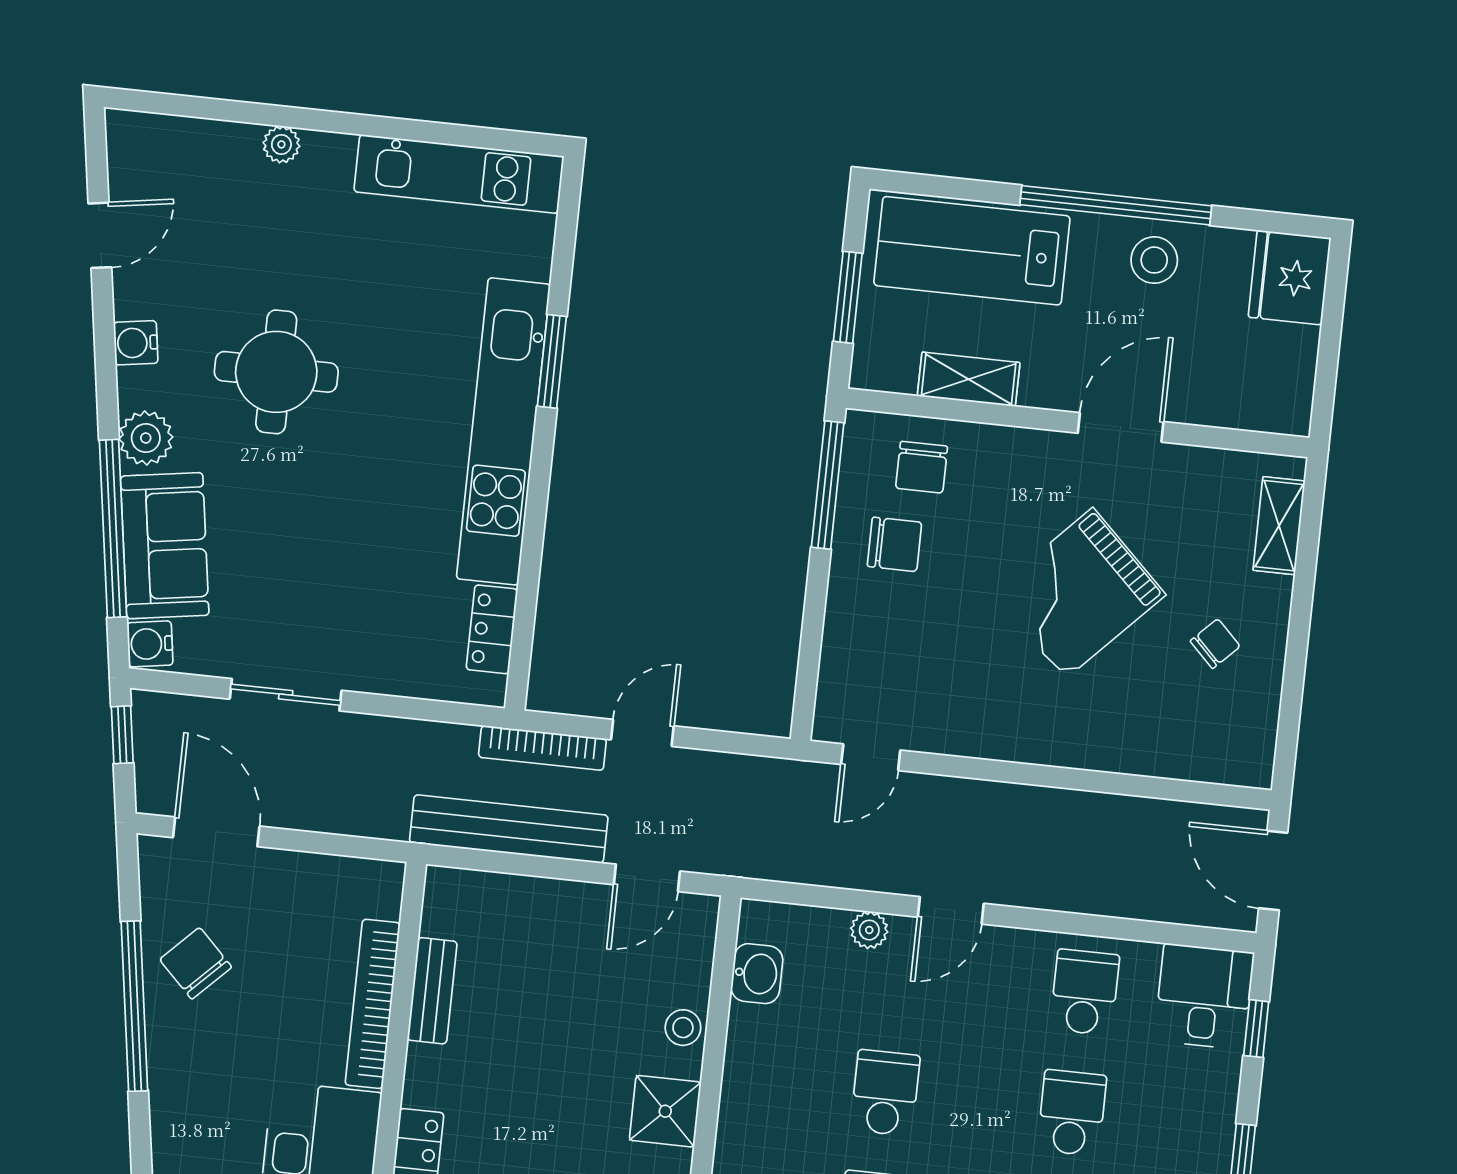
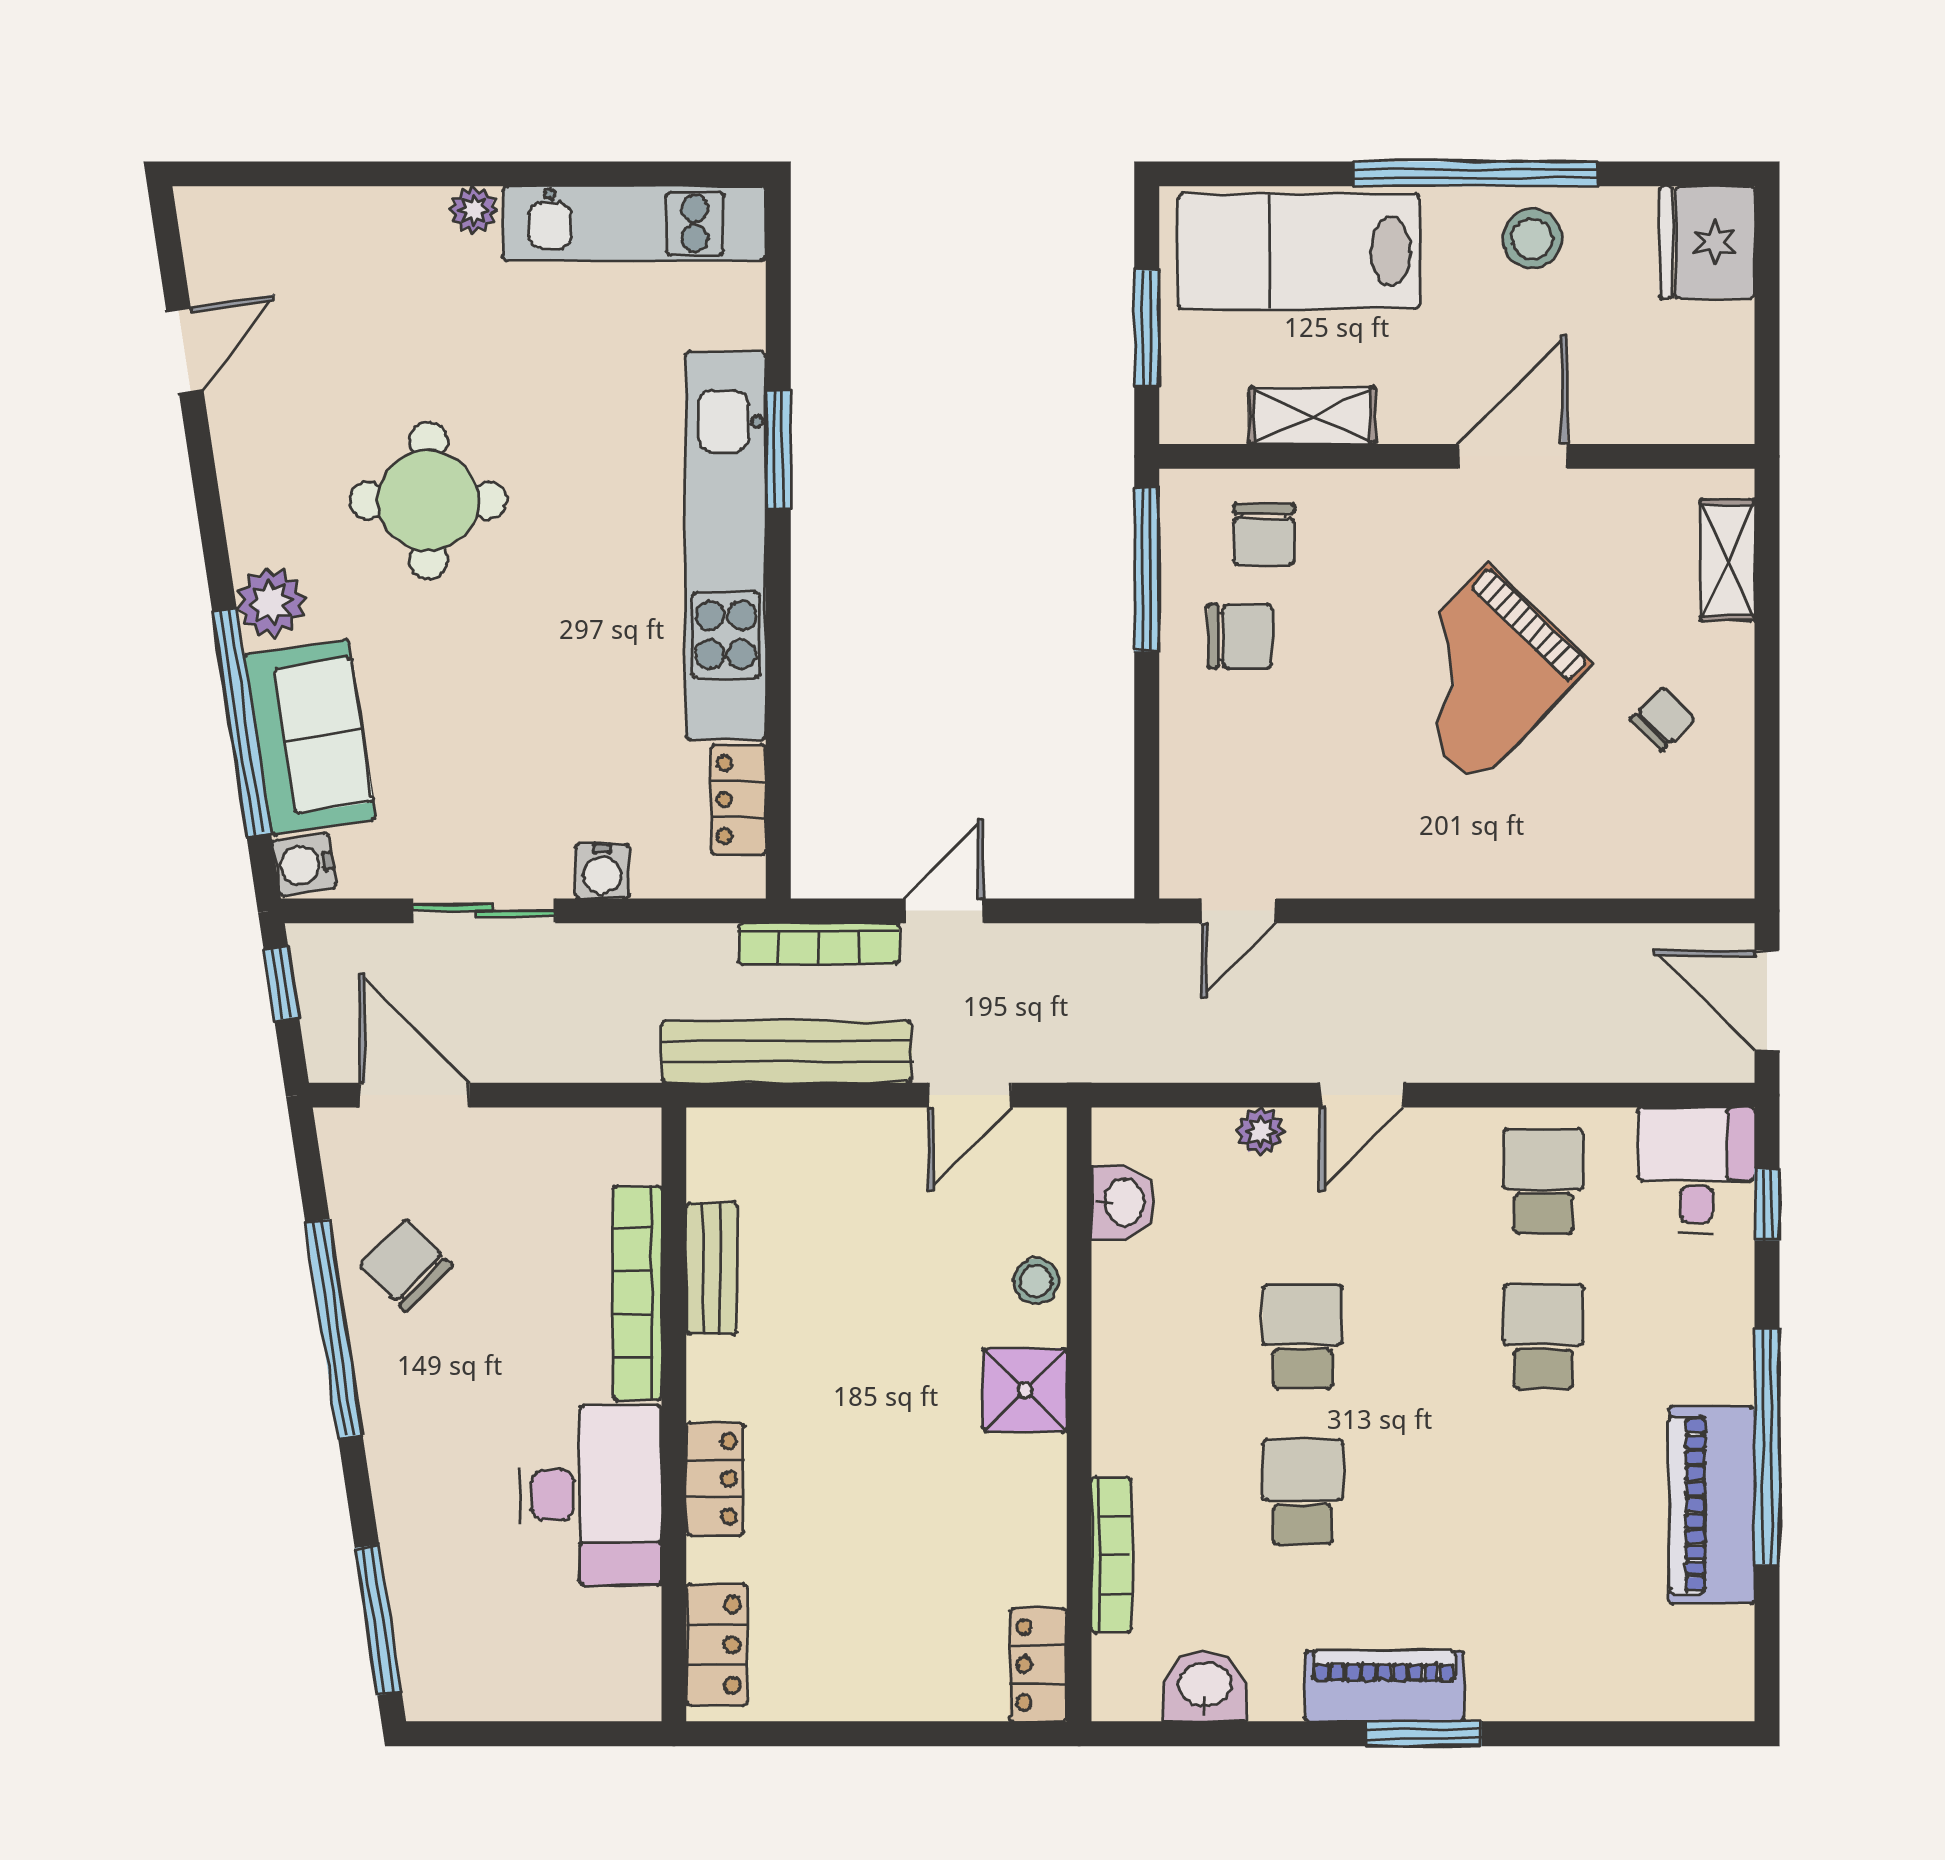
plant: (281, 144) -> (474, 210), moved
water cooler: (136, 343) -> (602, 871), moved, turned -81

